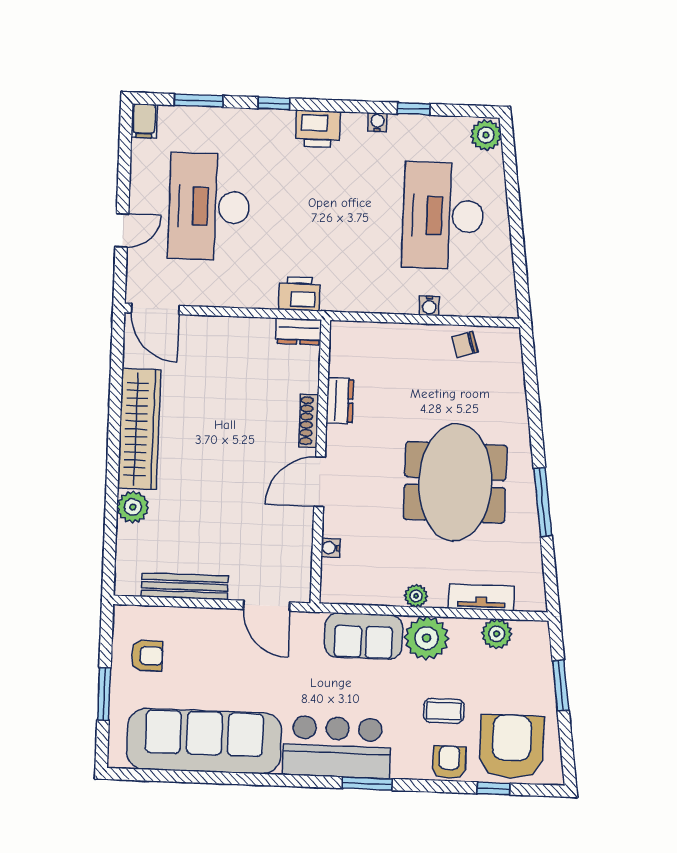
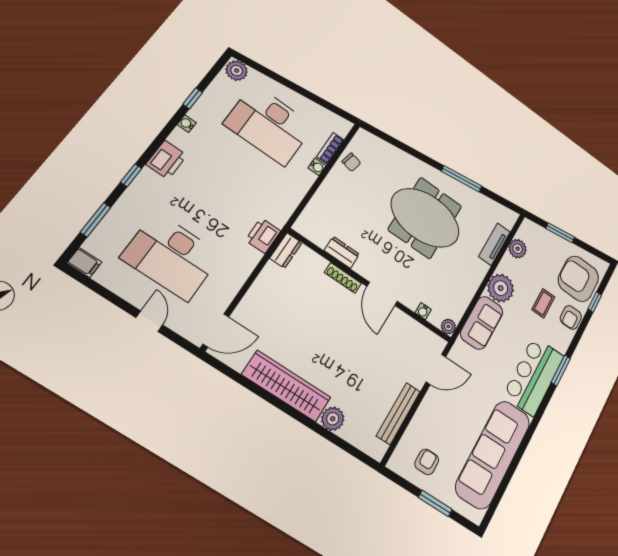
bookcase: (465, 307) -> (330, 148), added
chair: (465, 344) -> (351, 162), turned -61
plant: (416, 596) -> (448, 327), moved
armchair: (449, 762) -> (571, 317), turned -90

